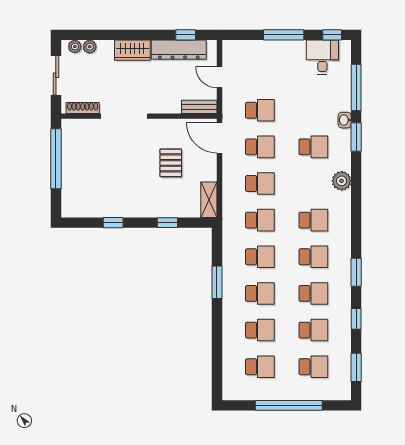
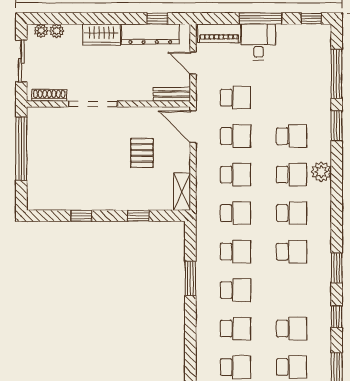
piano: (244, 49) -> (219, 33), added
desk: (322, 57) -> (258, 42), moved
washbasin: (345, 120) -> (325, 108), removed
school desk: (313, 293) -> (292, 175), moved

